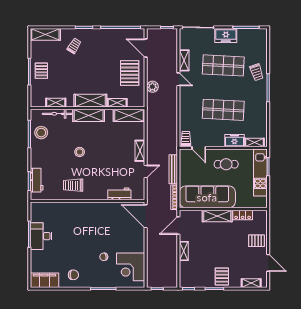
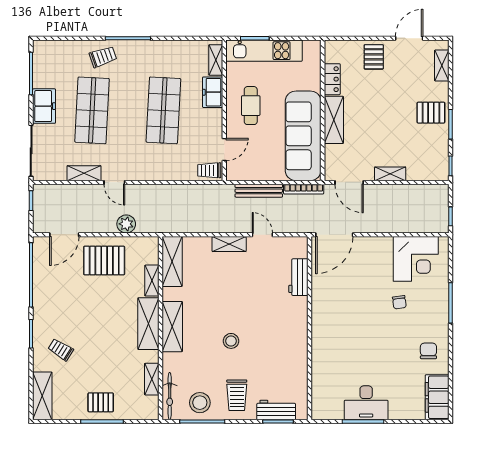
door: (178, 79) -> (114, 182), swing flipped
bicycle: (57, 114) -> (170, 396), moved
trolley: (73, 185) -> (237, 395), moved

